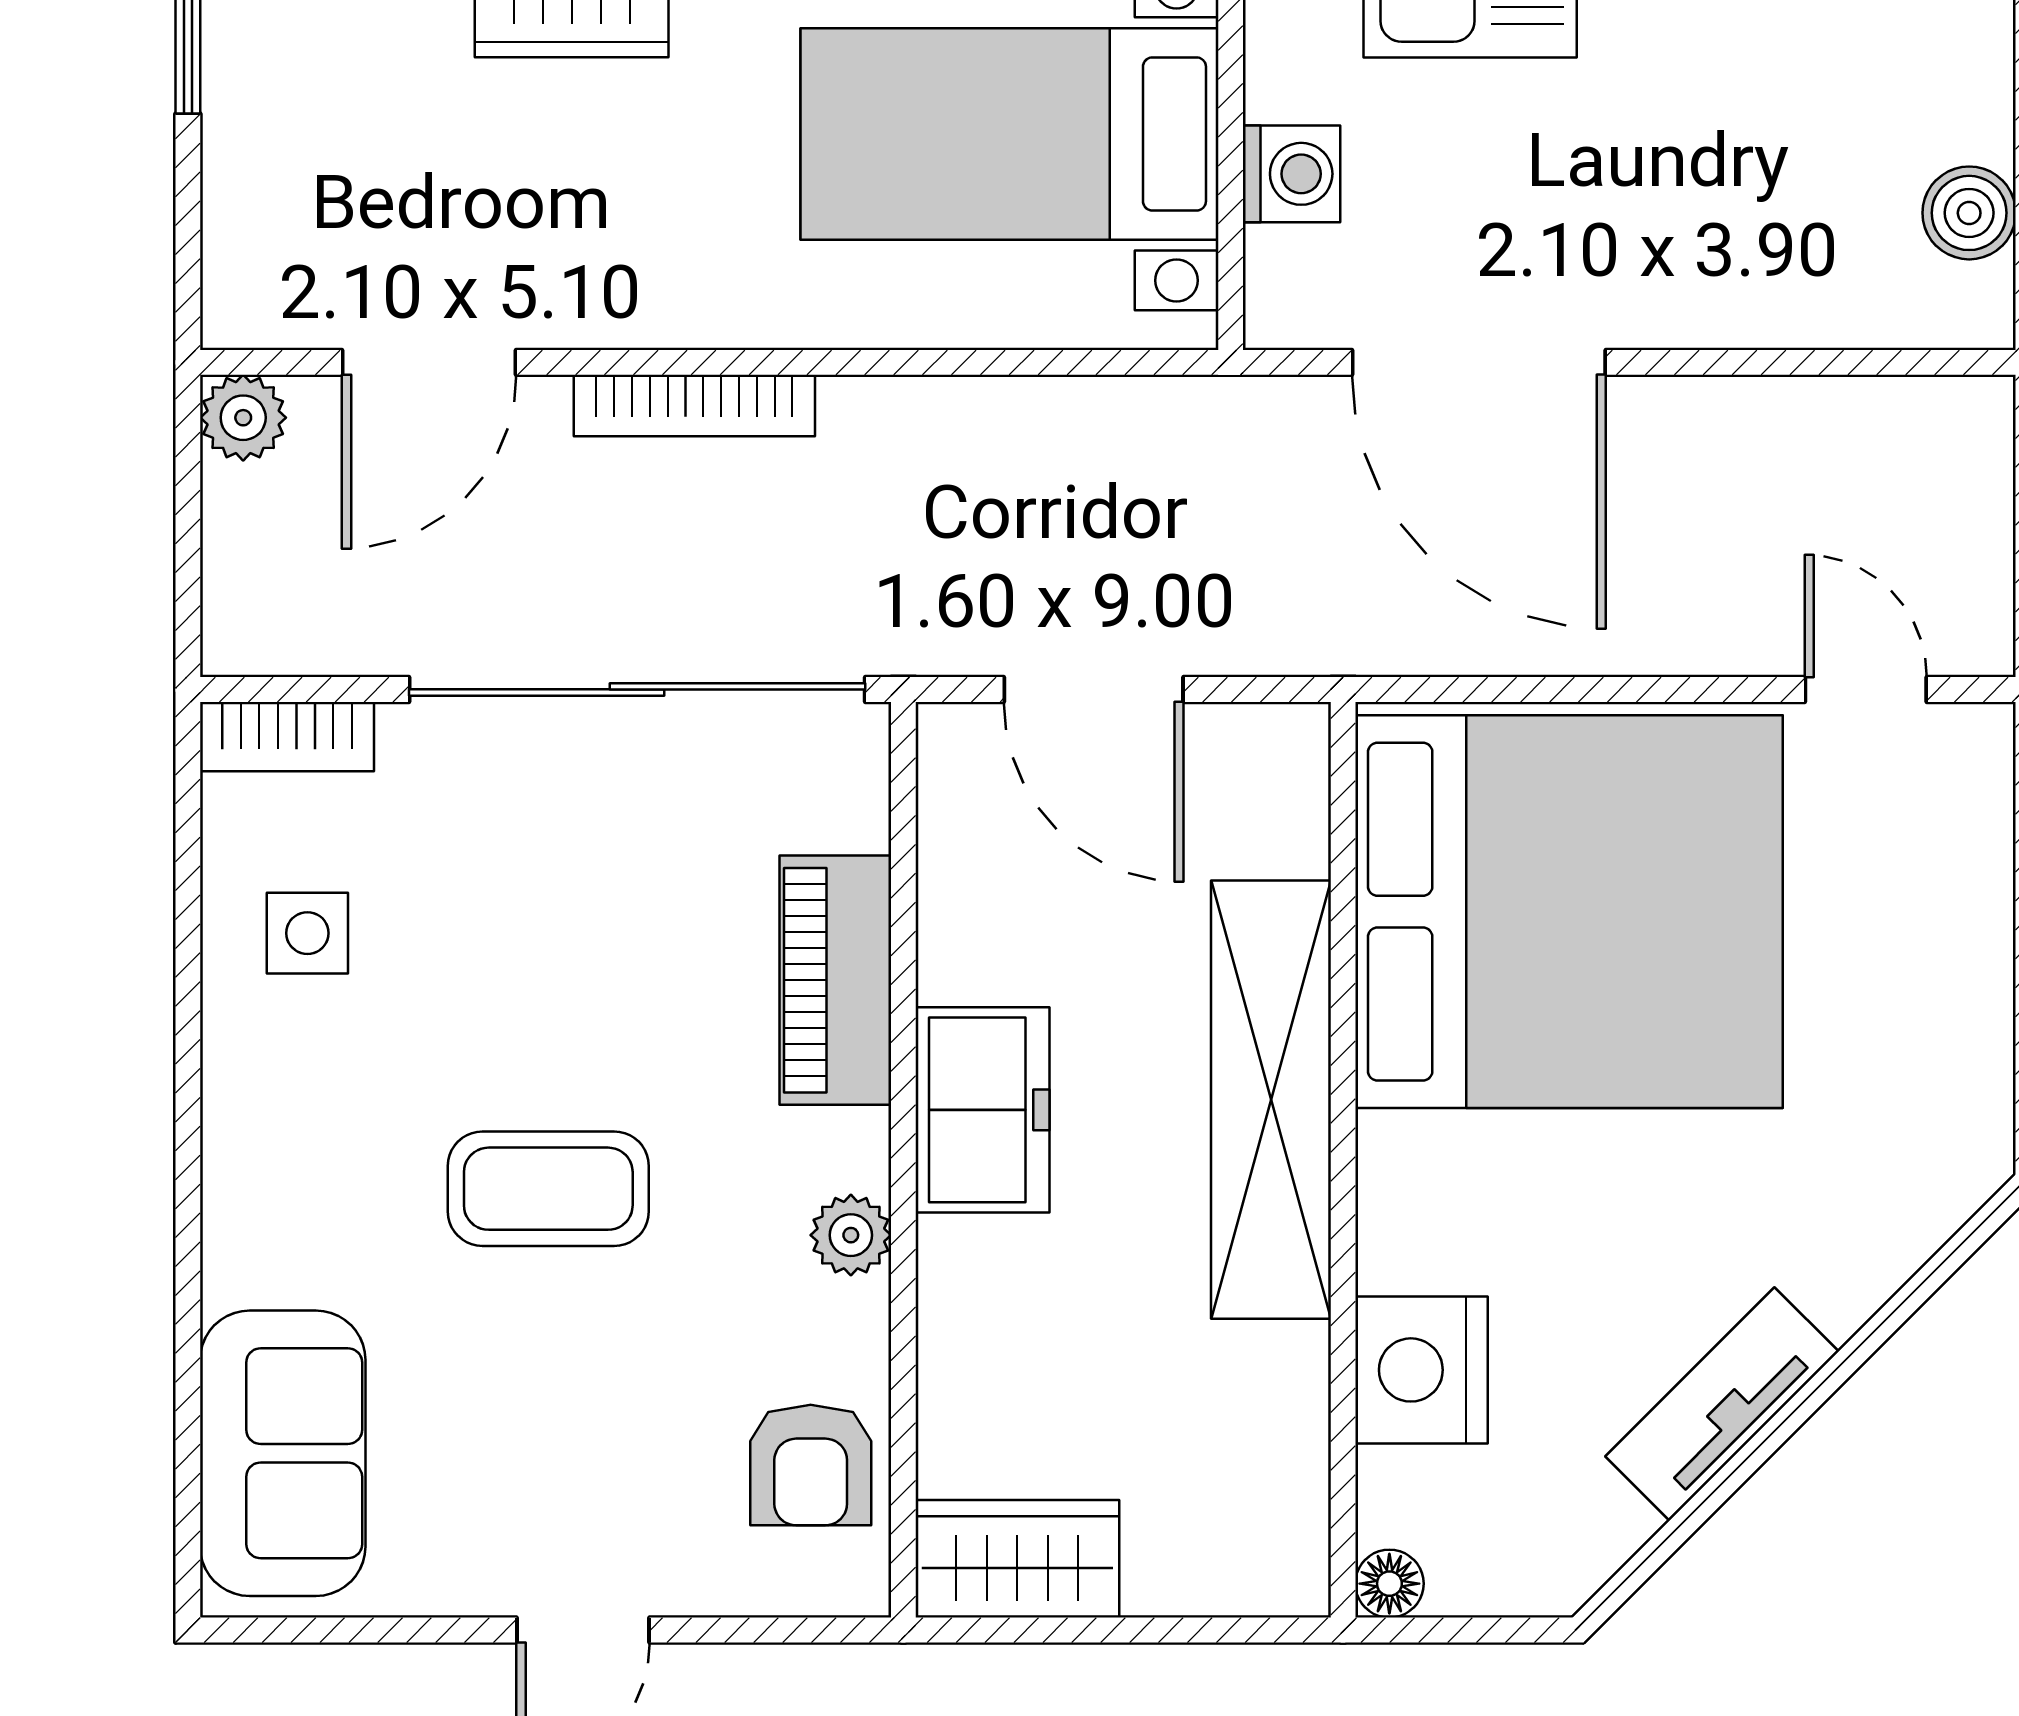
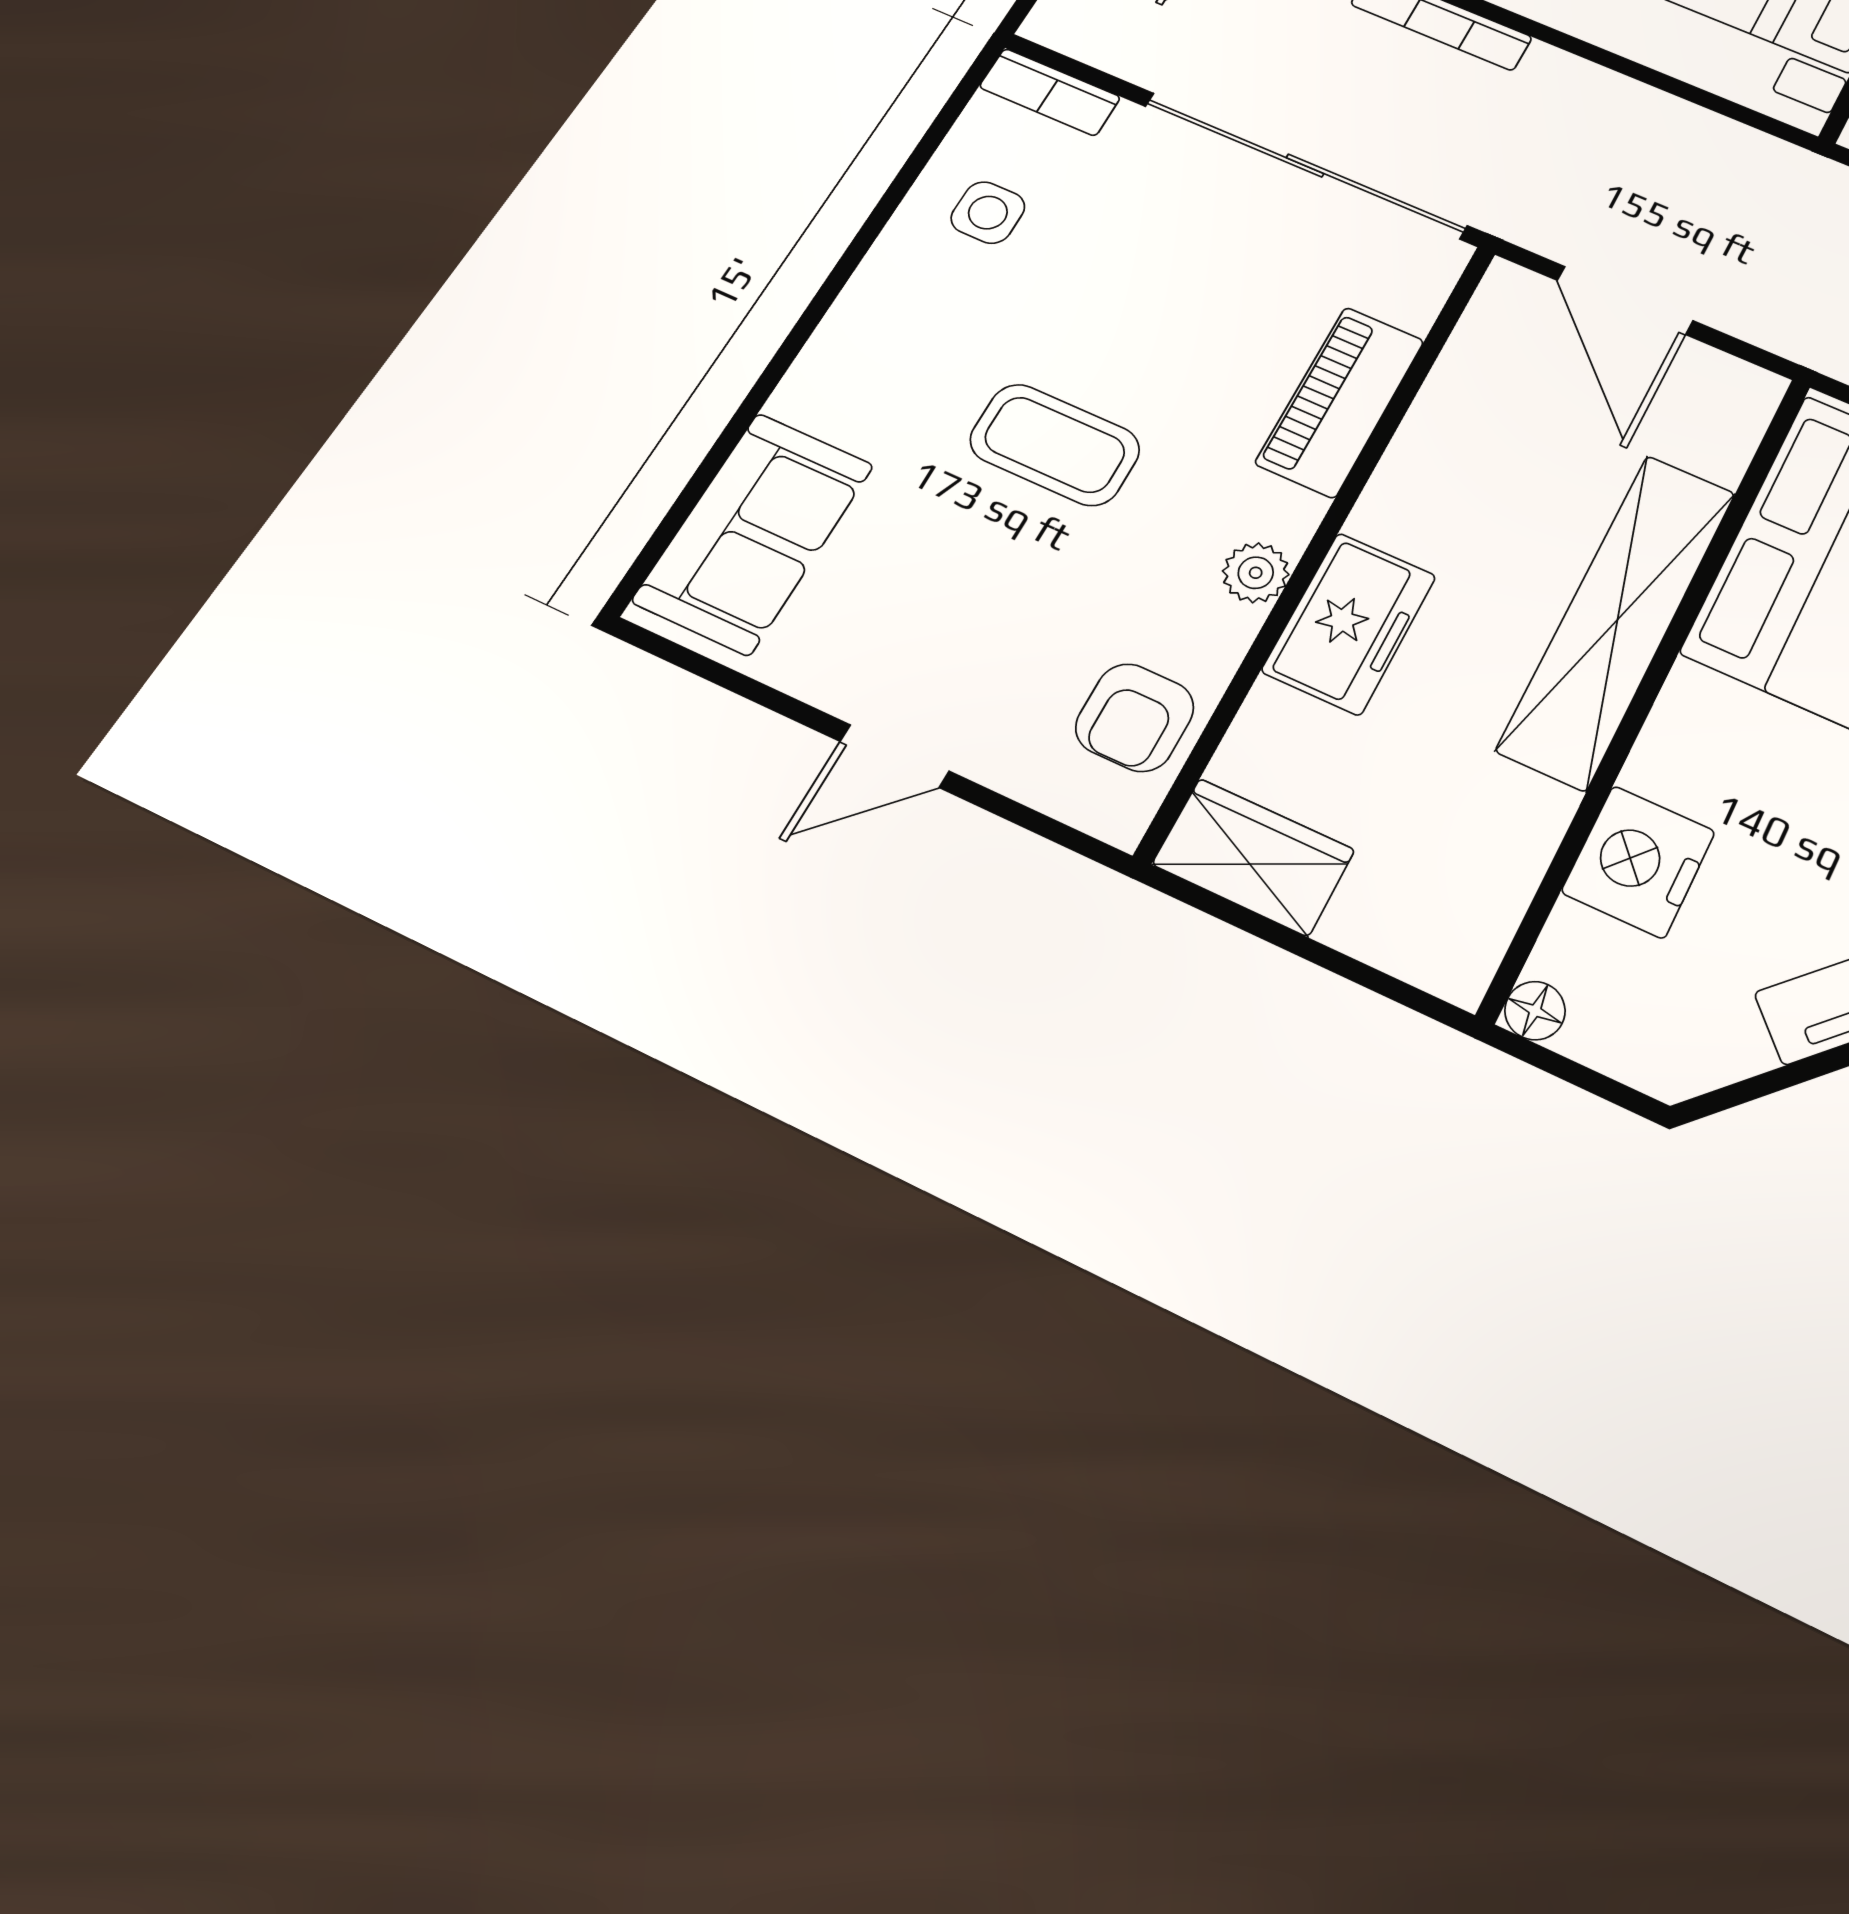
freezer: (983, 1110) -> (1349, 623), moved

